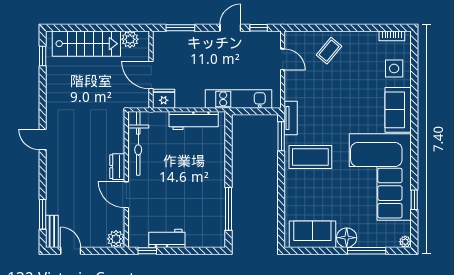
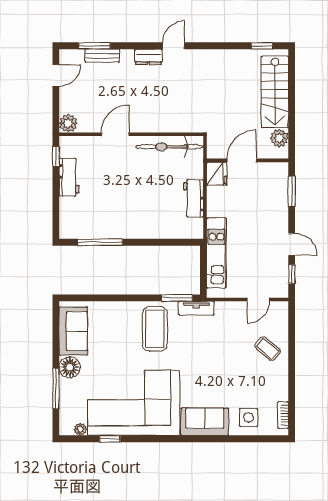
workbench: (194, 121) -> (194, 198), width x0.73
dresser: (117, 167) -> (148, 57), moved, turned 180
bench: (52, 231) -> (102, 56), moved
plant: (405, 242) -> (80, 429), moved

